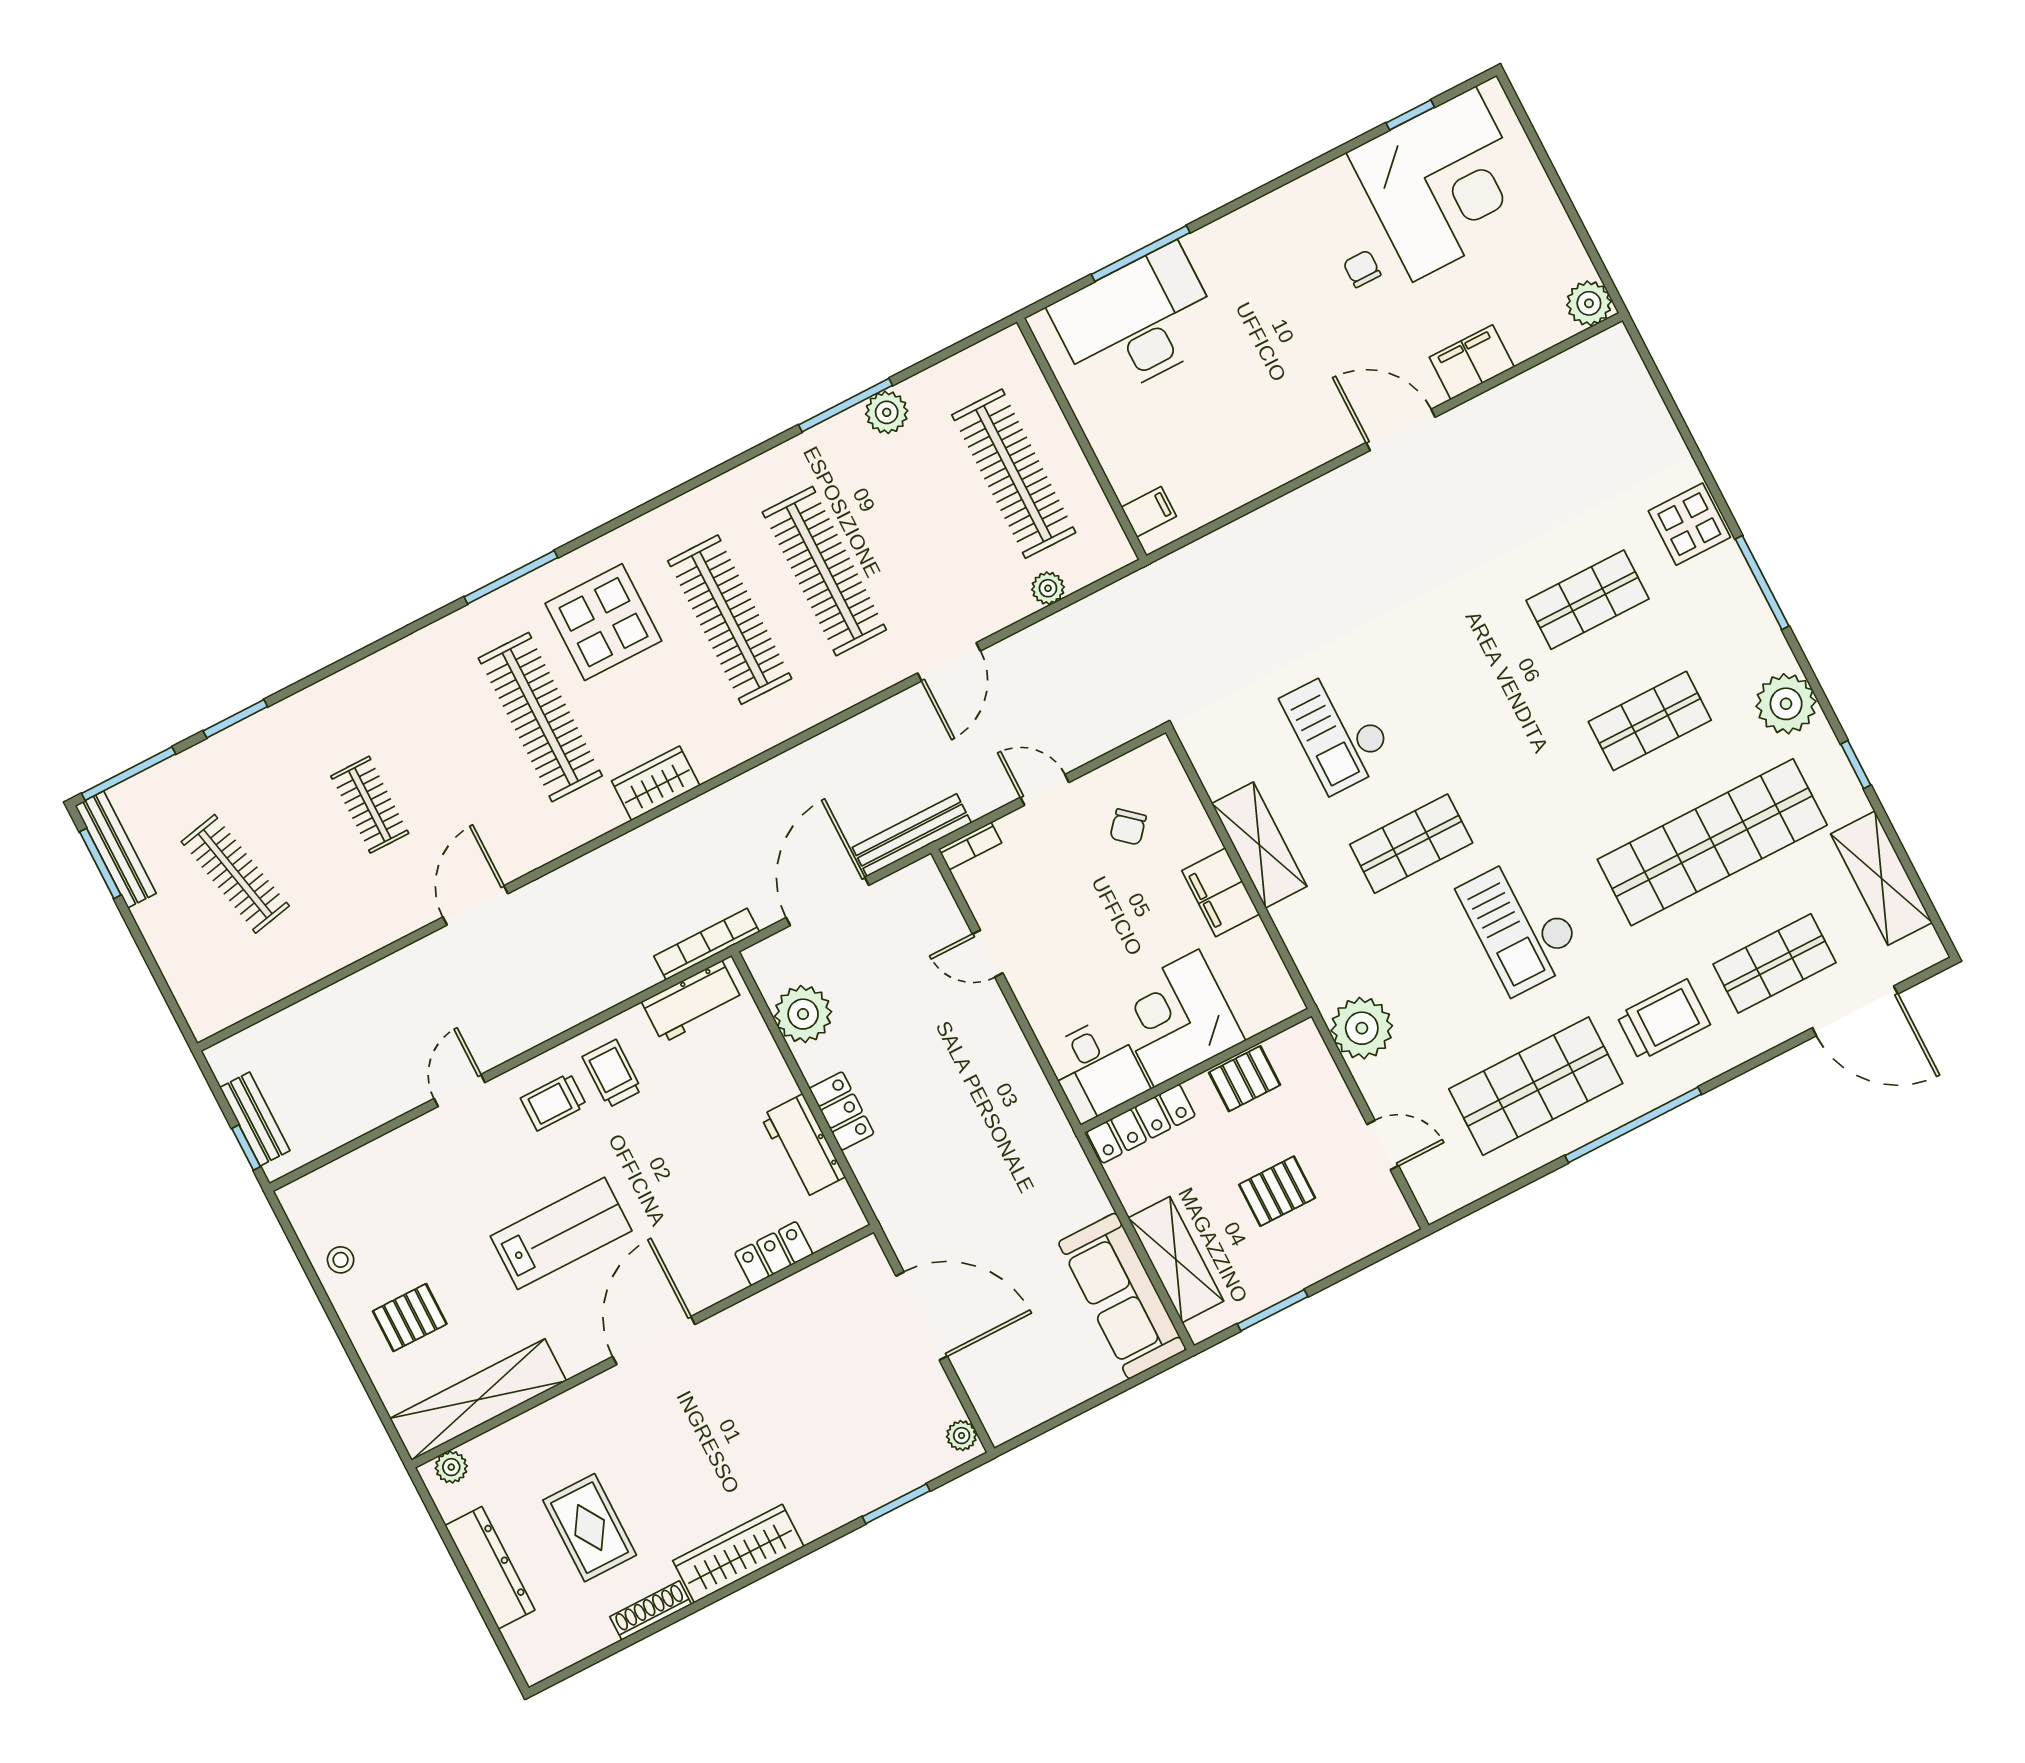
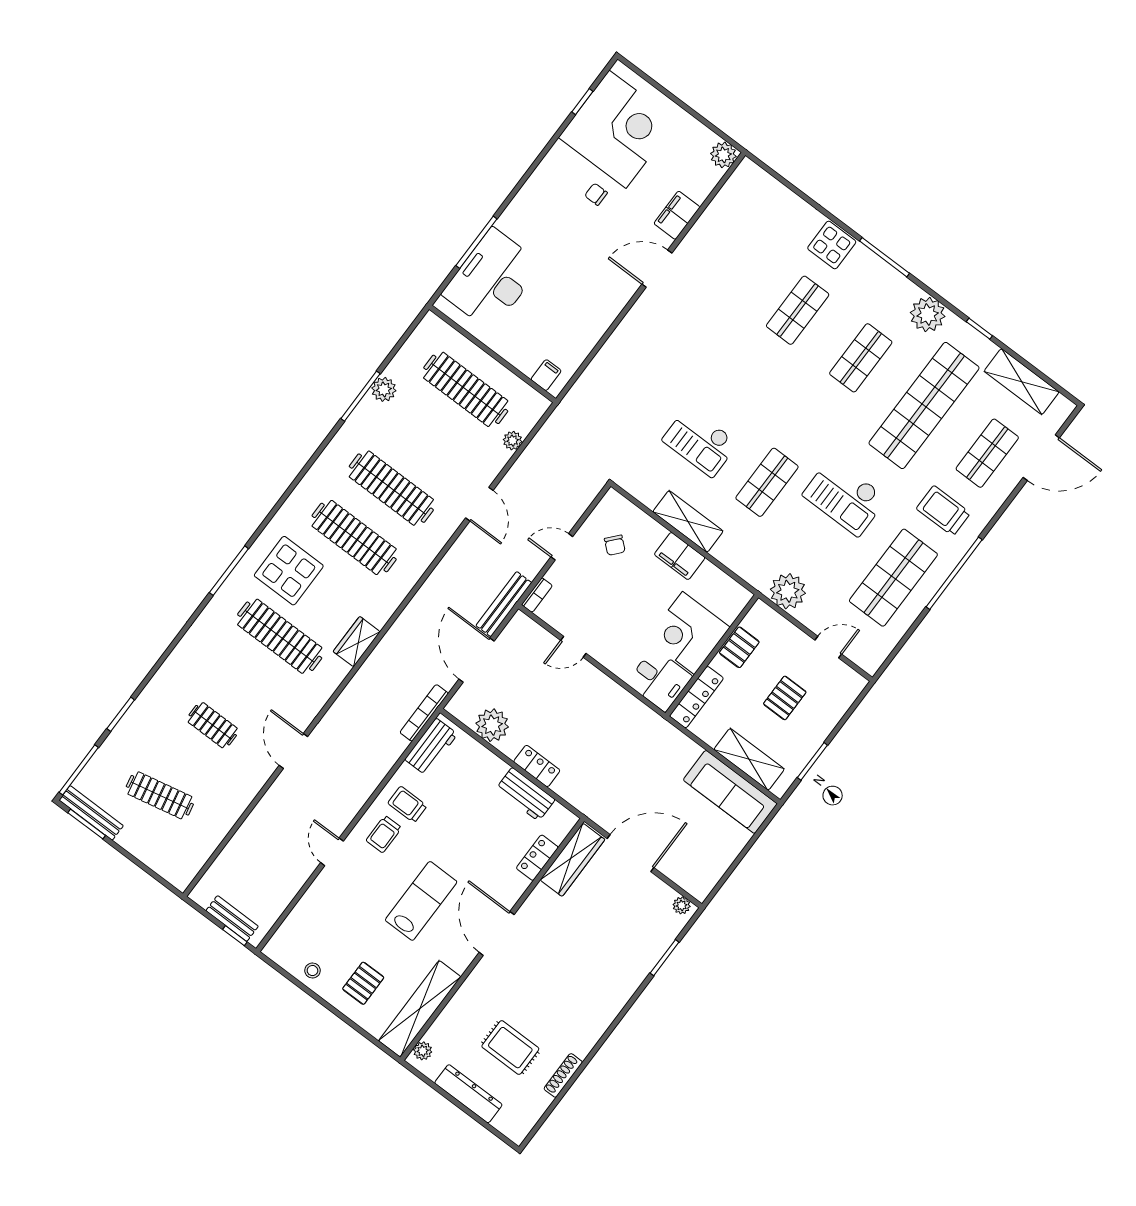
trolley: (1663, 1020) -> (943, 511), turned -90
wardrobe: (738, 1554) -> (572, 860), moved, turned 180

